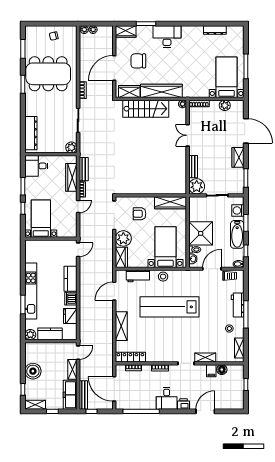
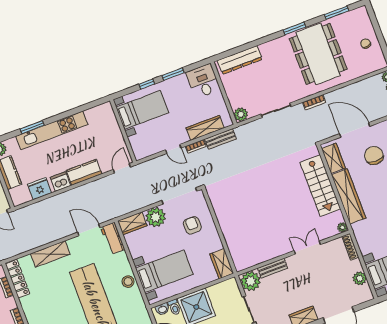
wardrobe: (171, 203) -> (222, 264), width x0.67
door: (78, 250) -> (122, 168), swing flipped
workbench: (138, 276) -> (113, 238), moved

